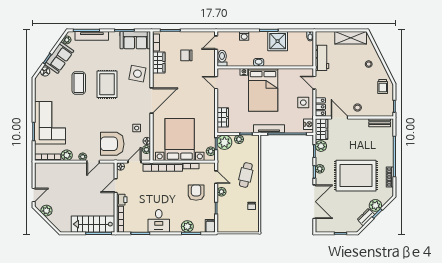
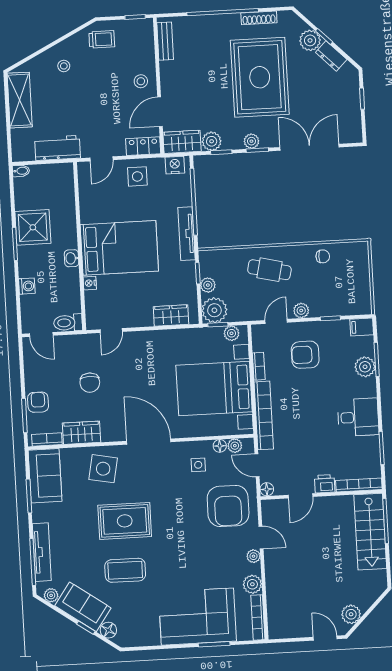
armchair: (178, 39) -> (38, 402), added
chair: (186, 55) -> (90, 383), moved
door: (116, 186) -> (301, 496), hinge flipped

